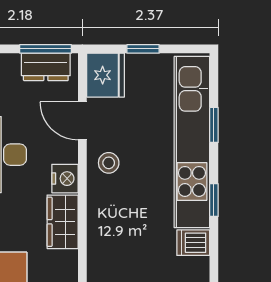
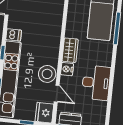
stool: (109, 163) -> (47, 74), width x1.89, depth x1.89

